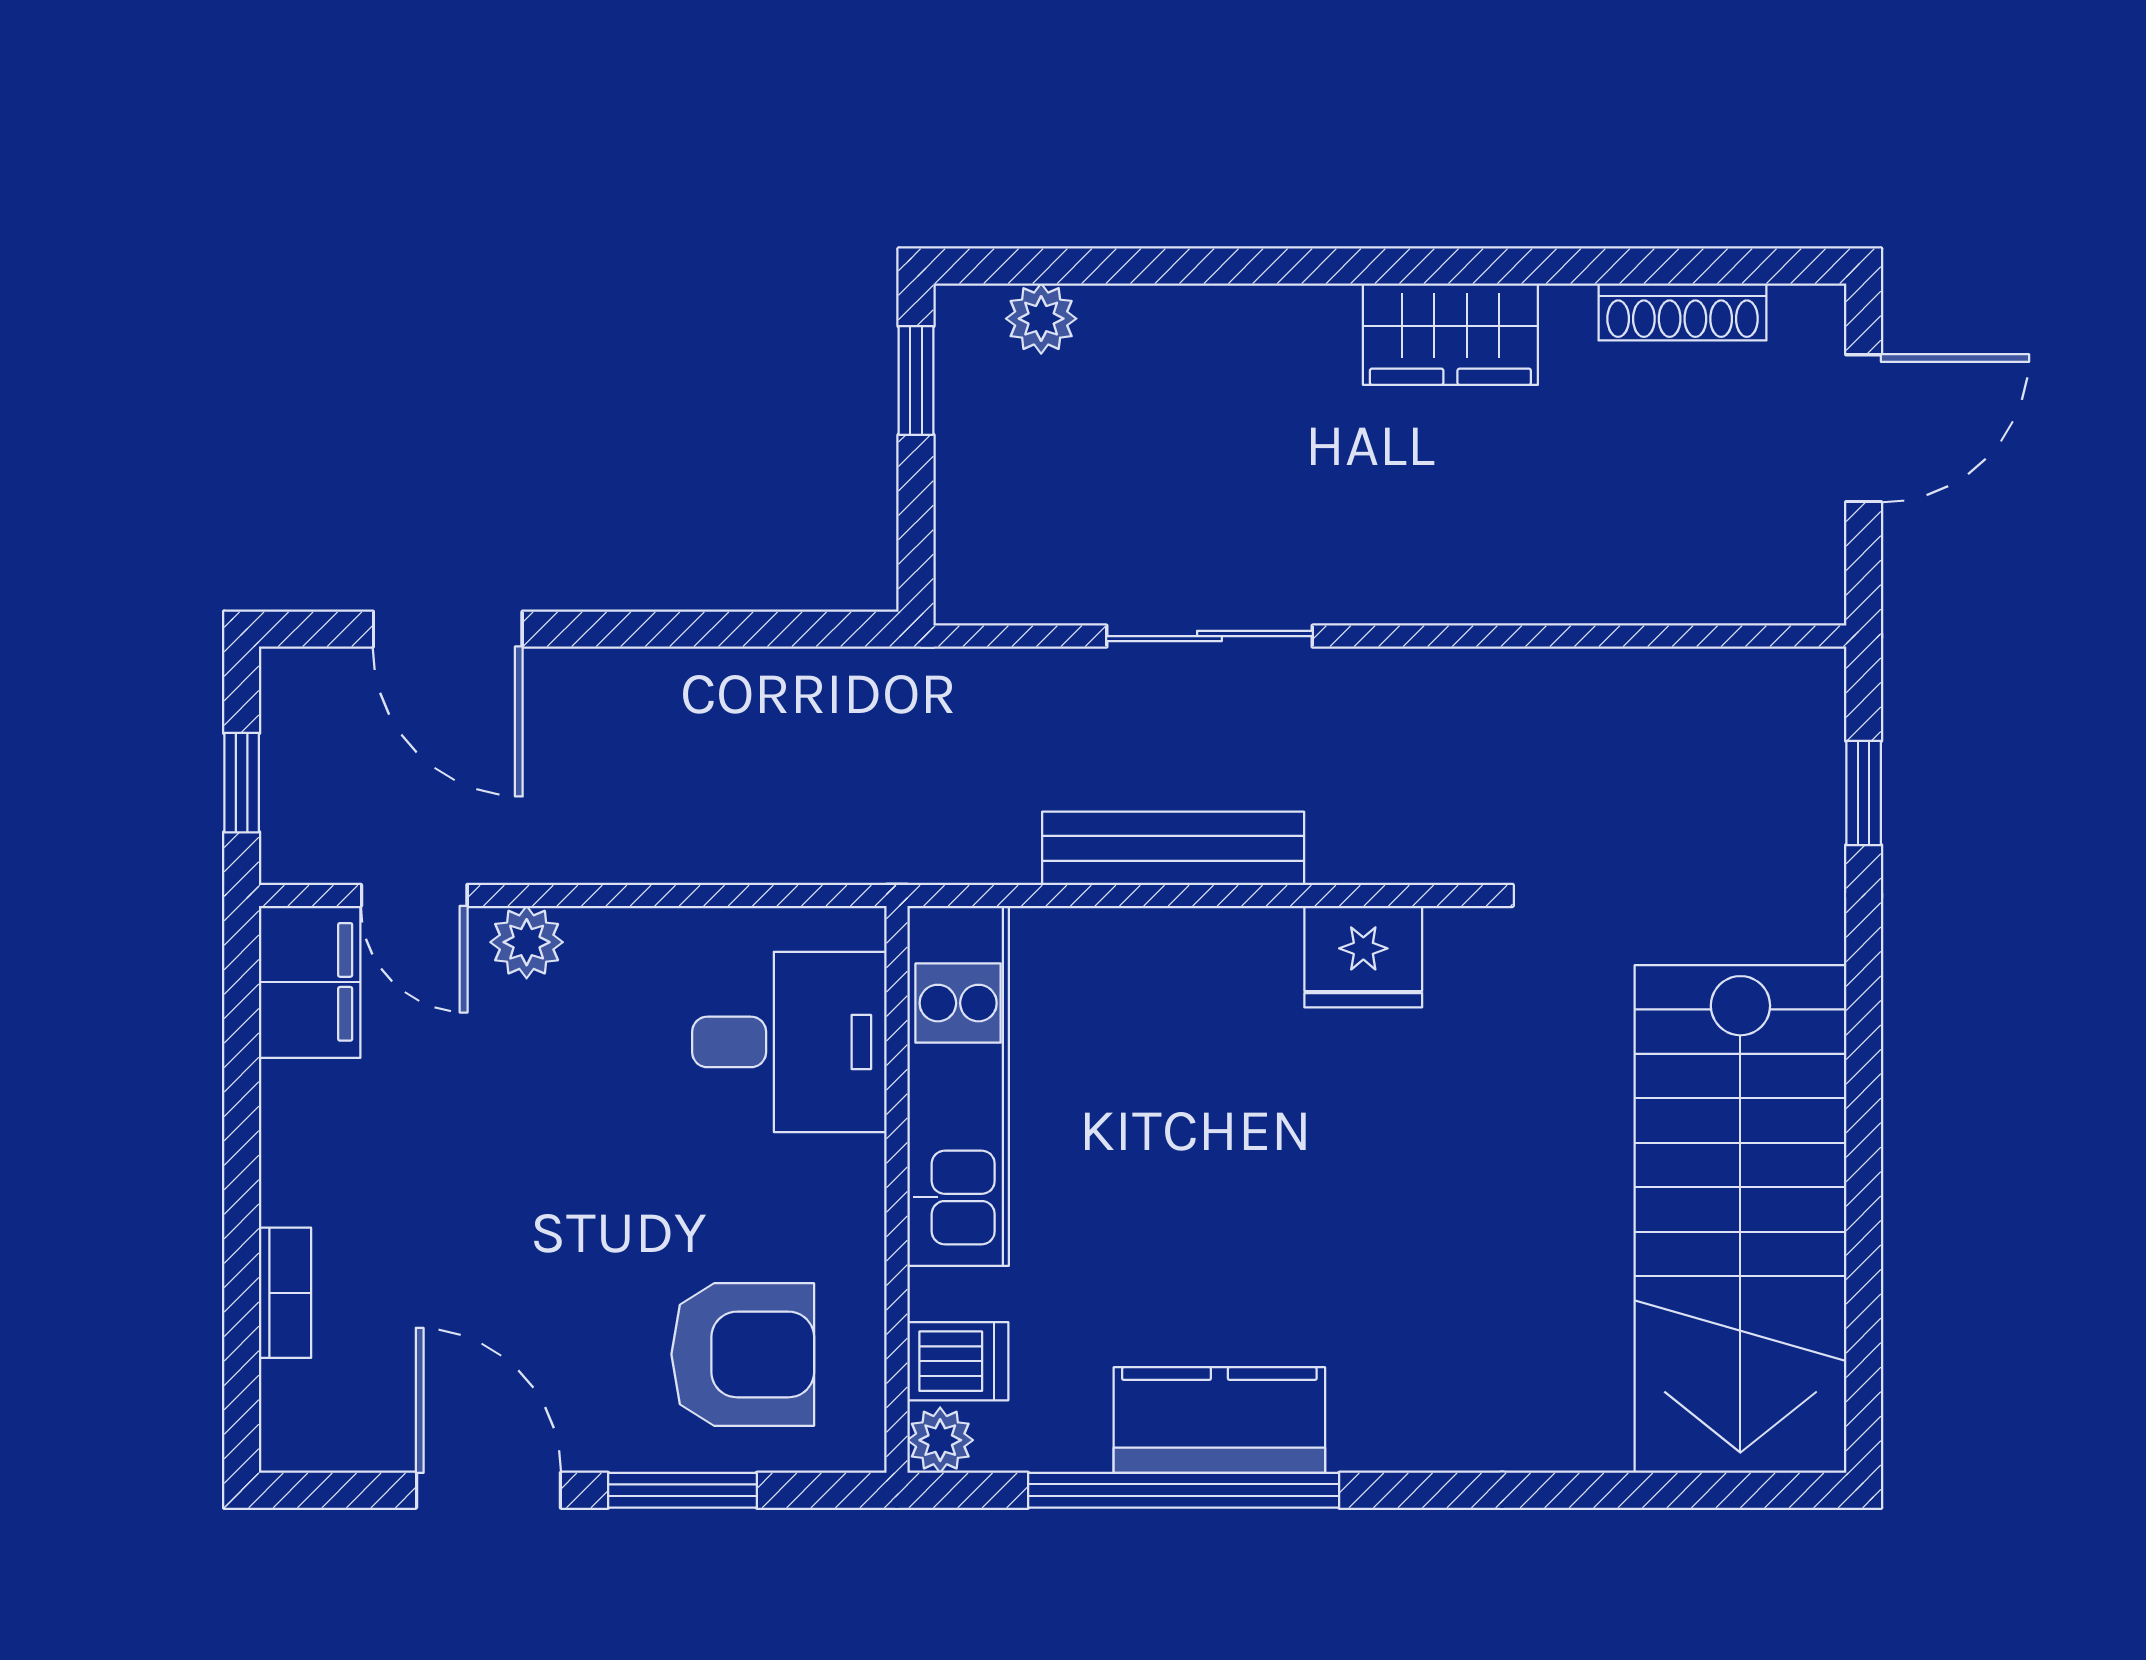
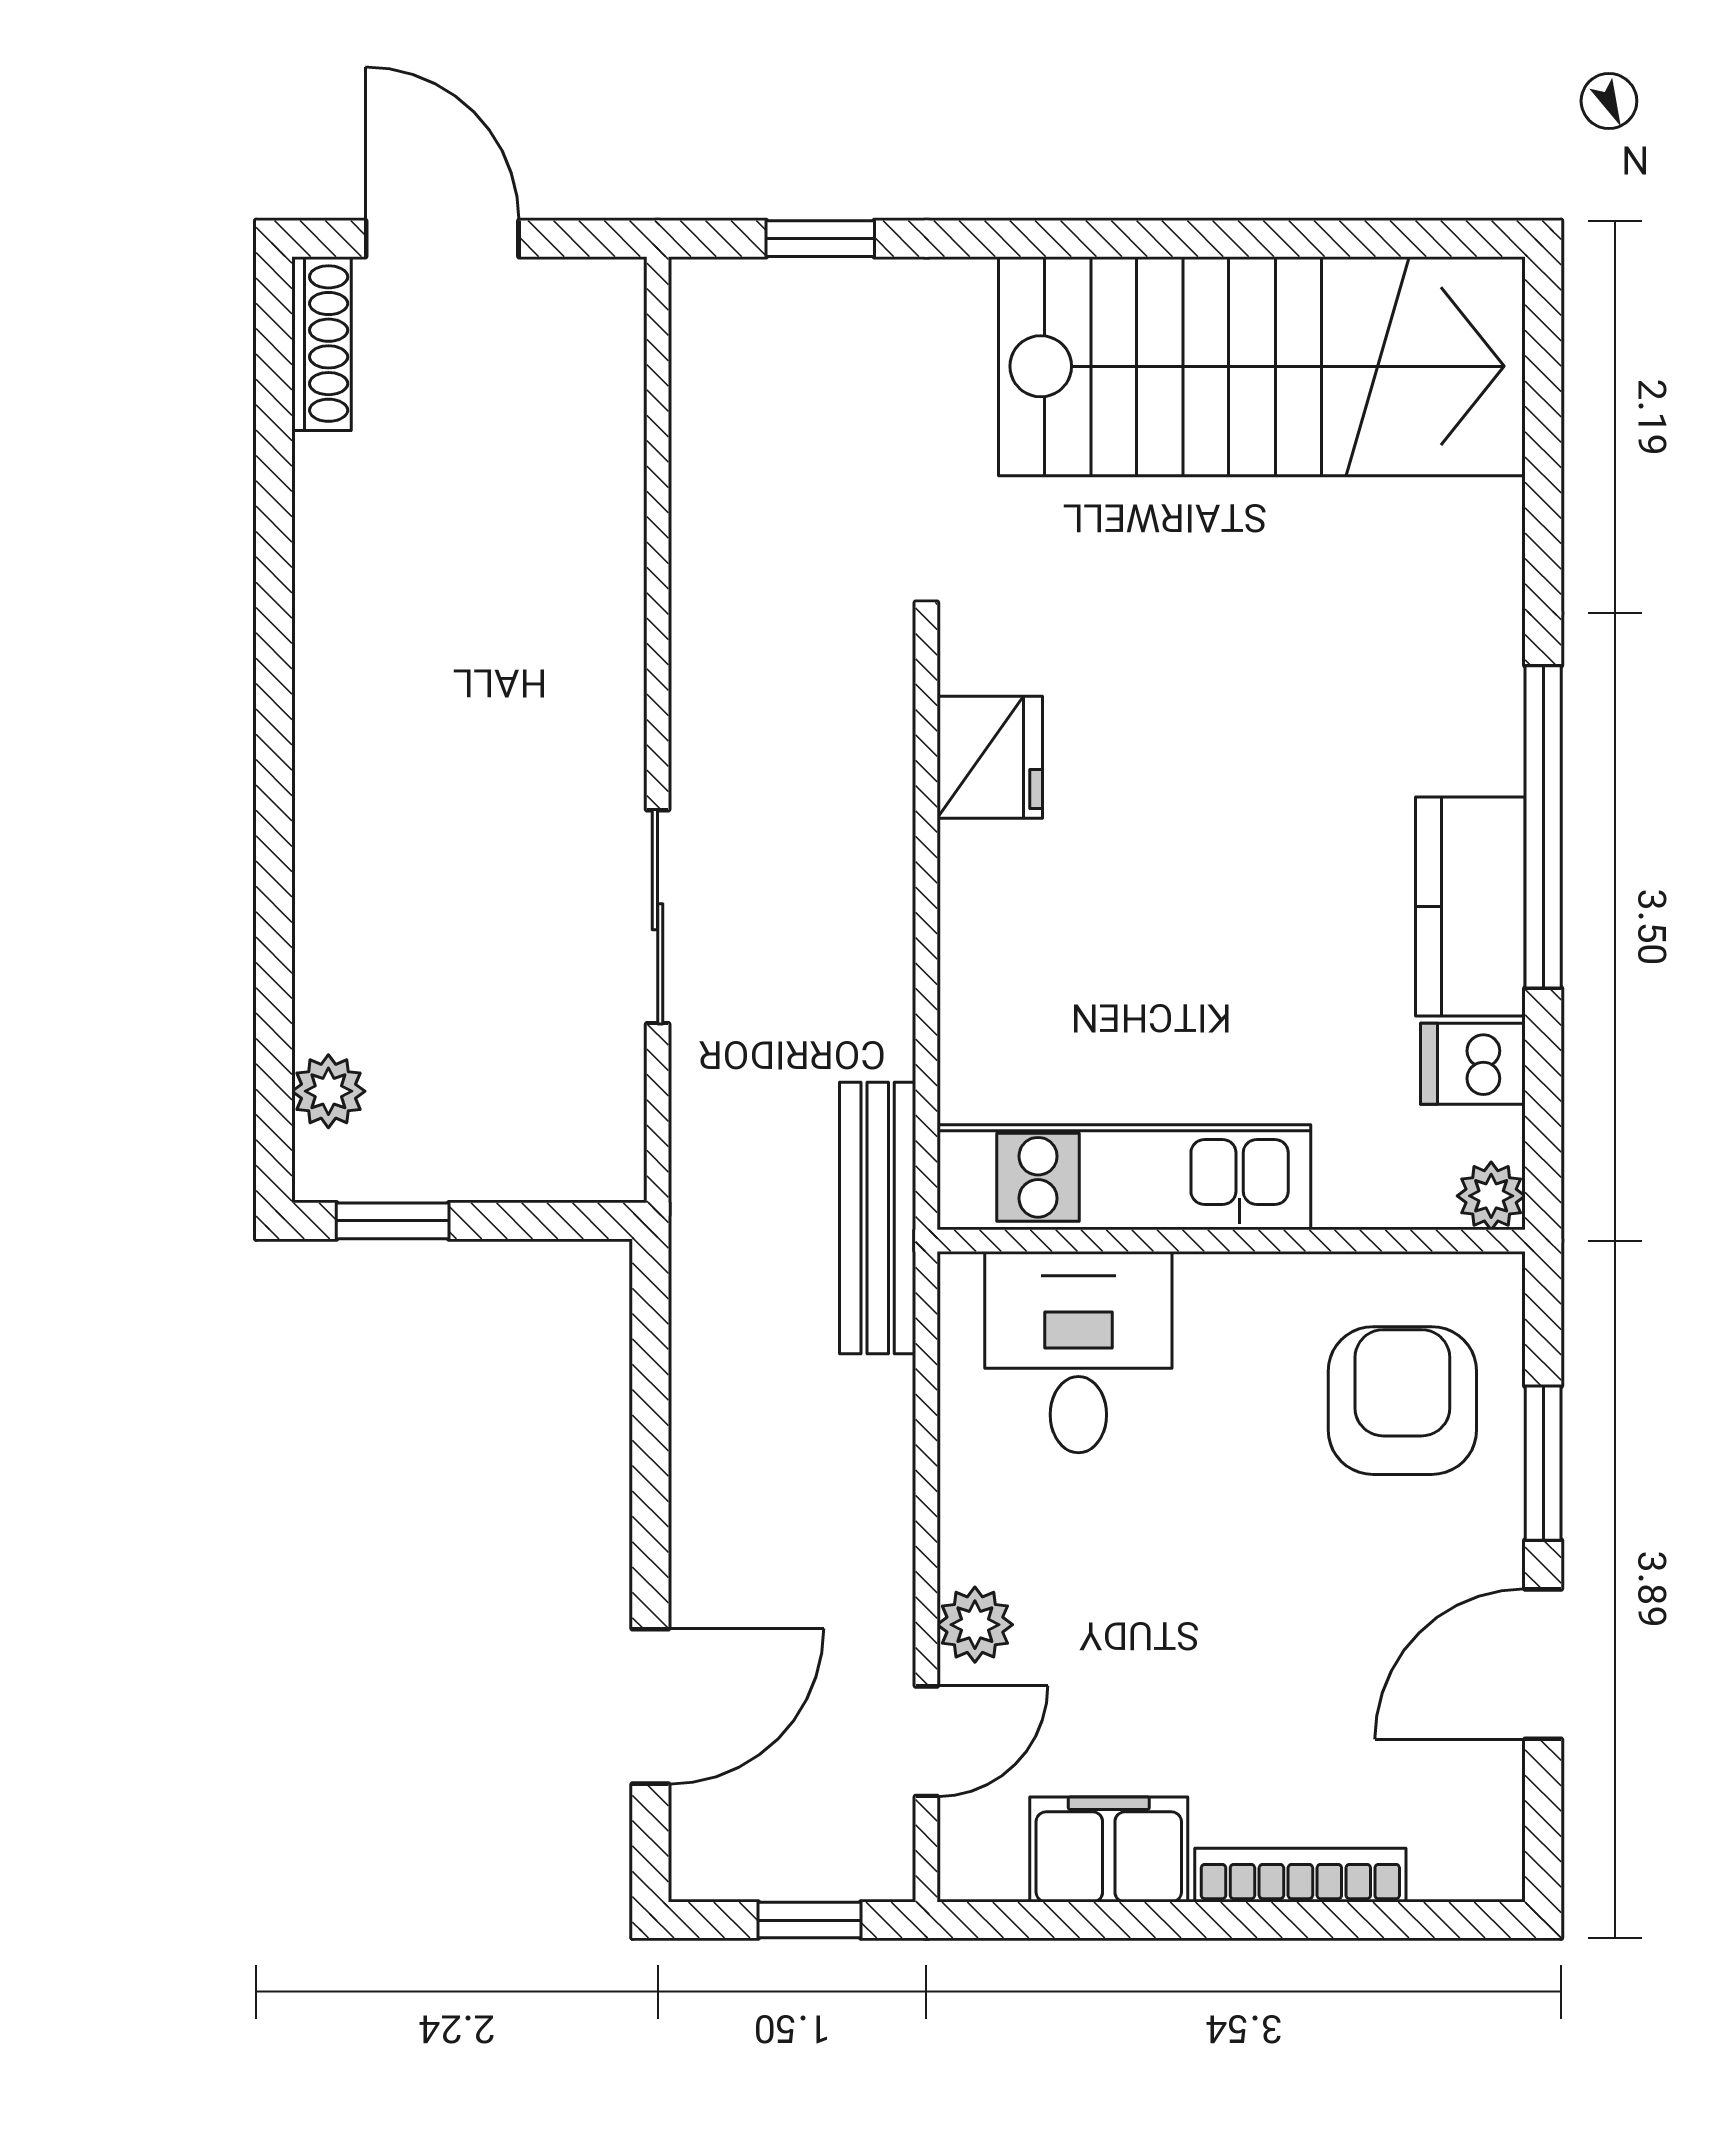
shoe rack: (1683, 312) -> (321, 344), moved
wardrobe: (1450, 334) -> (345, 667), removed
bench: (1173, 848) -> (878, 1218), moved
filing cabinet: (310, 982) -> (1109, 1850), moved
bookcase: (285, 1293) -> (1300, 1875), width x1.56
dishwasher: (958, 1361) -> (1473, 1064), moved, turned -90
window: (1184, 1490) -> (1543, 827), moved

